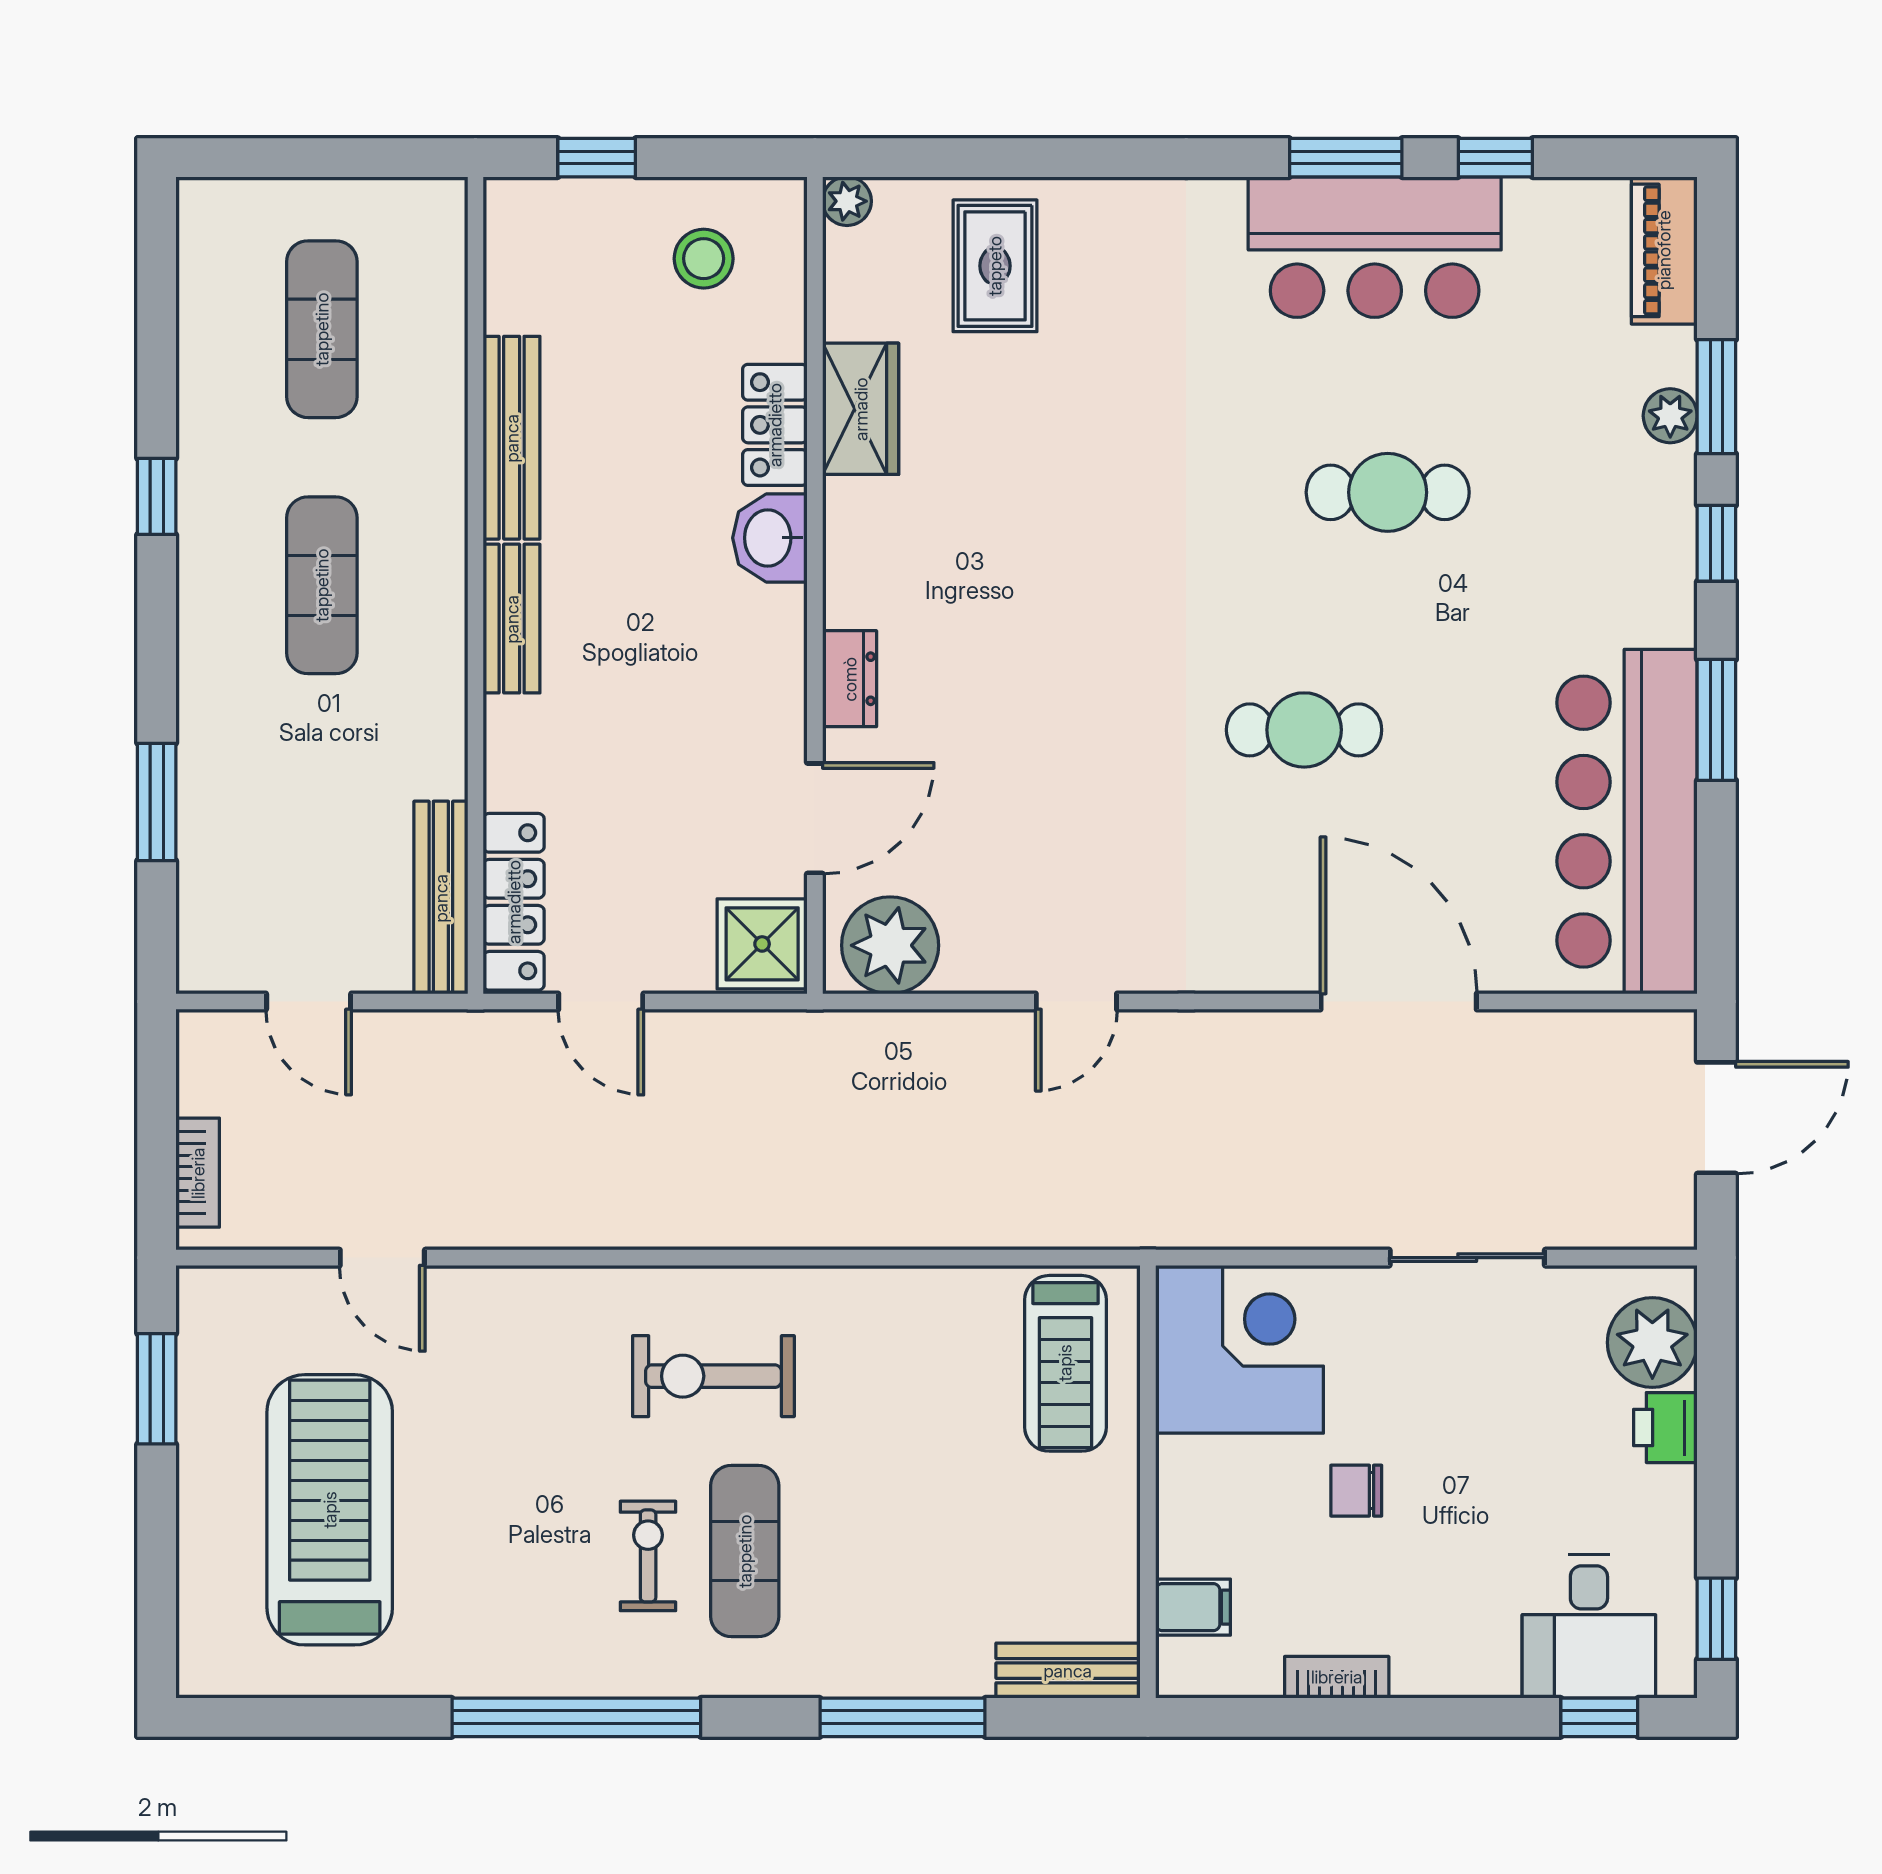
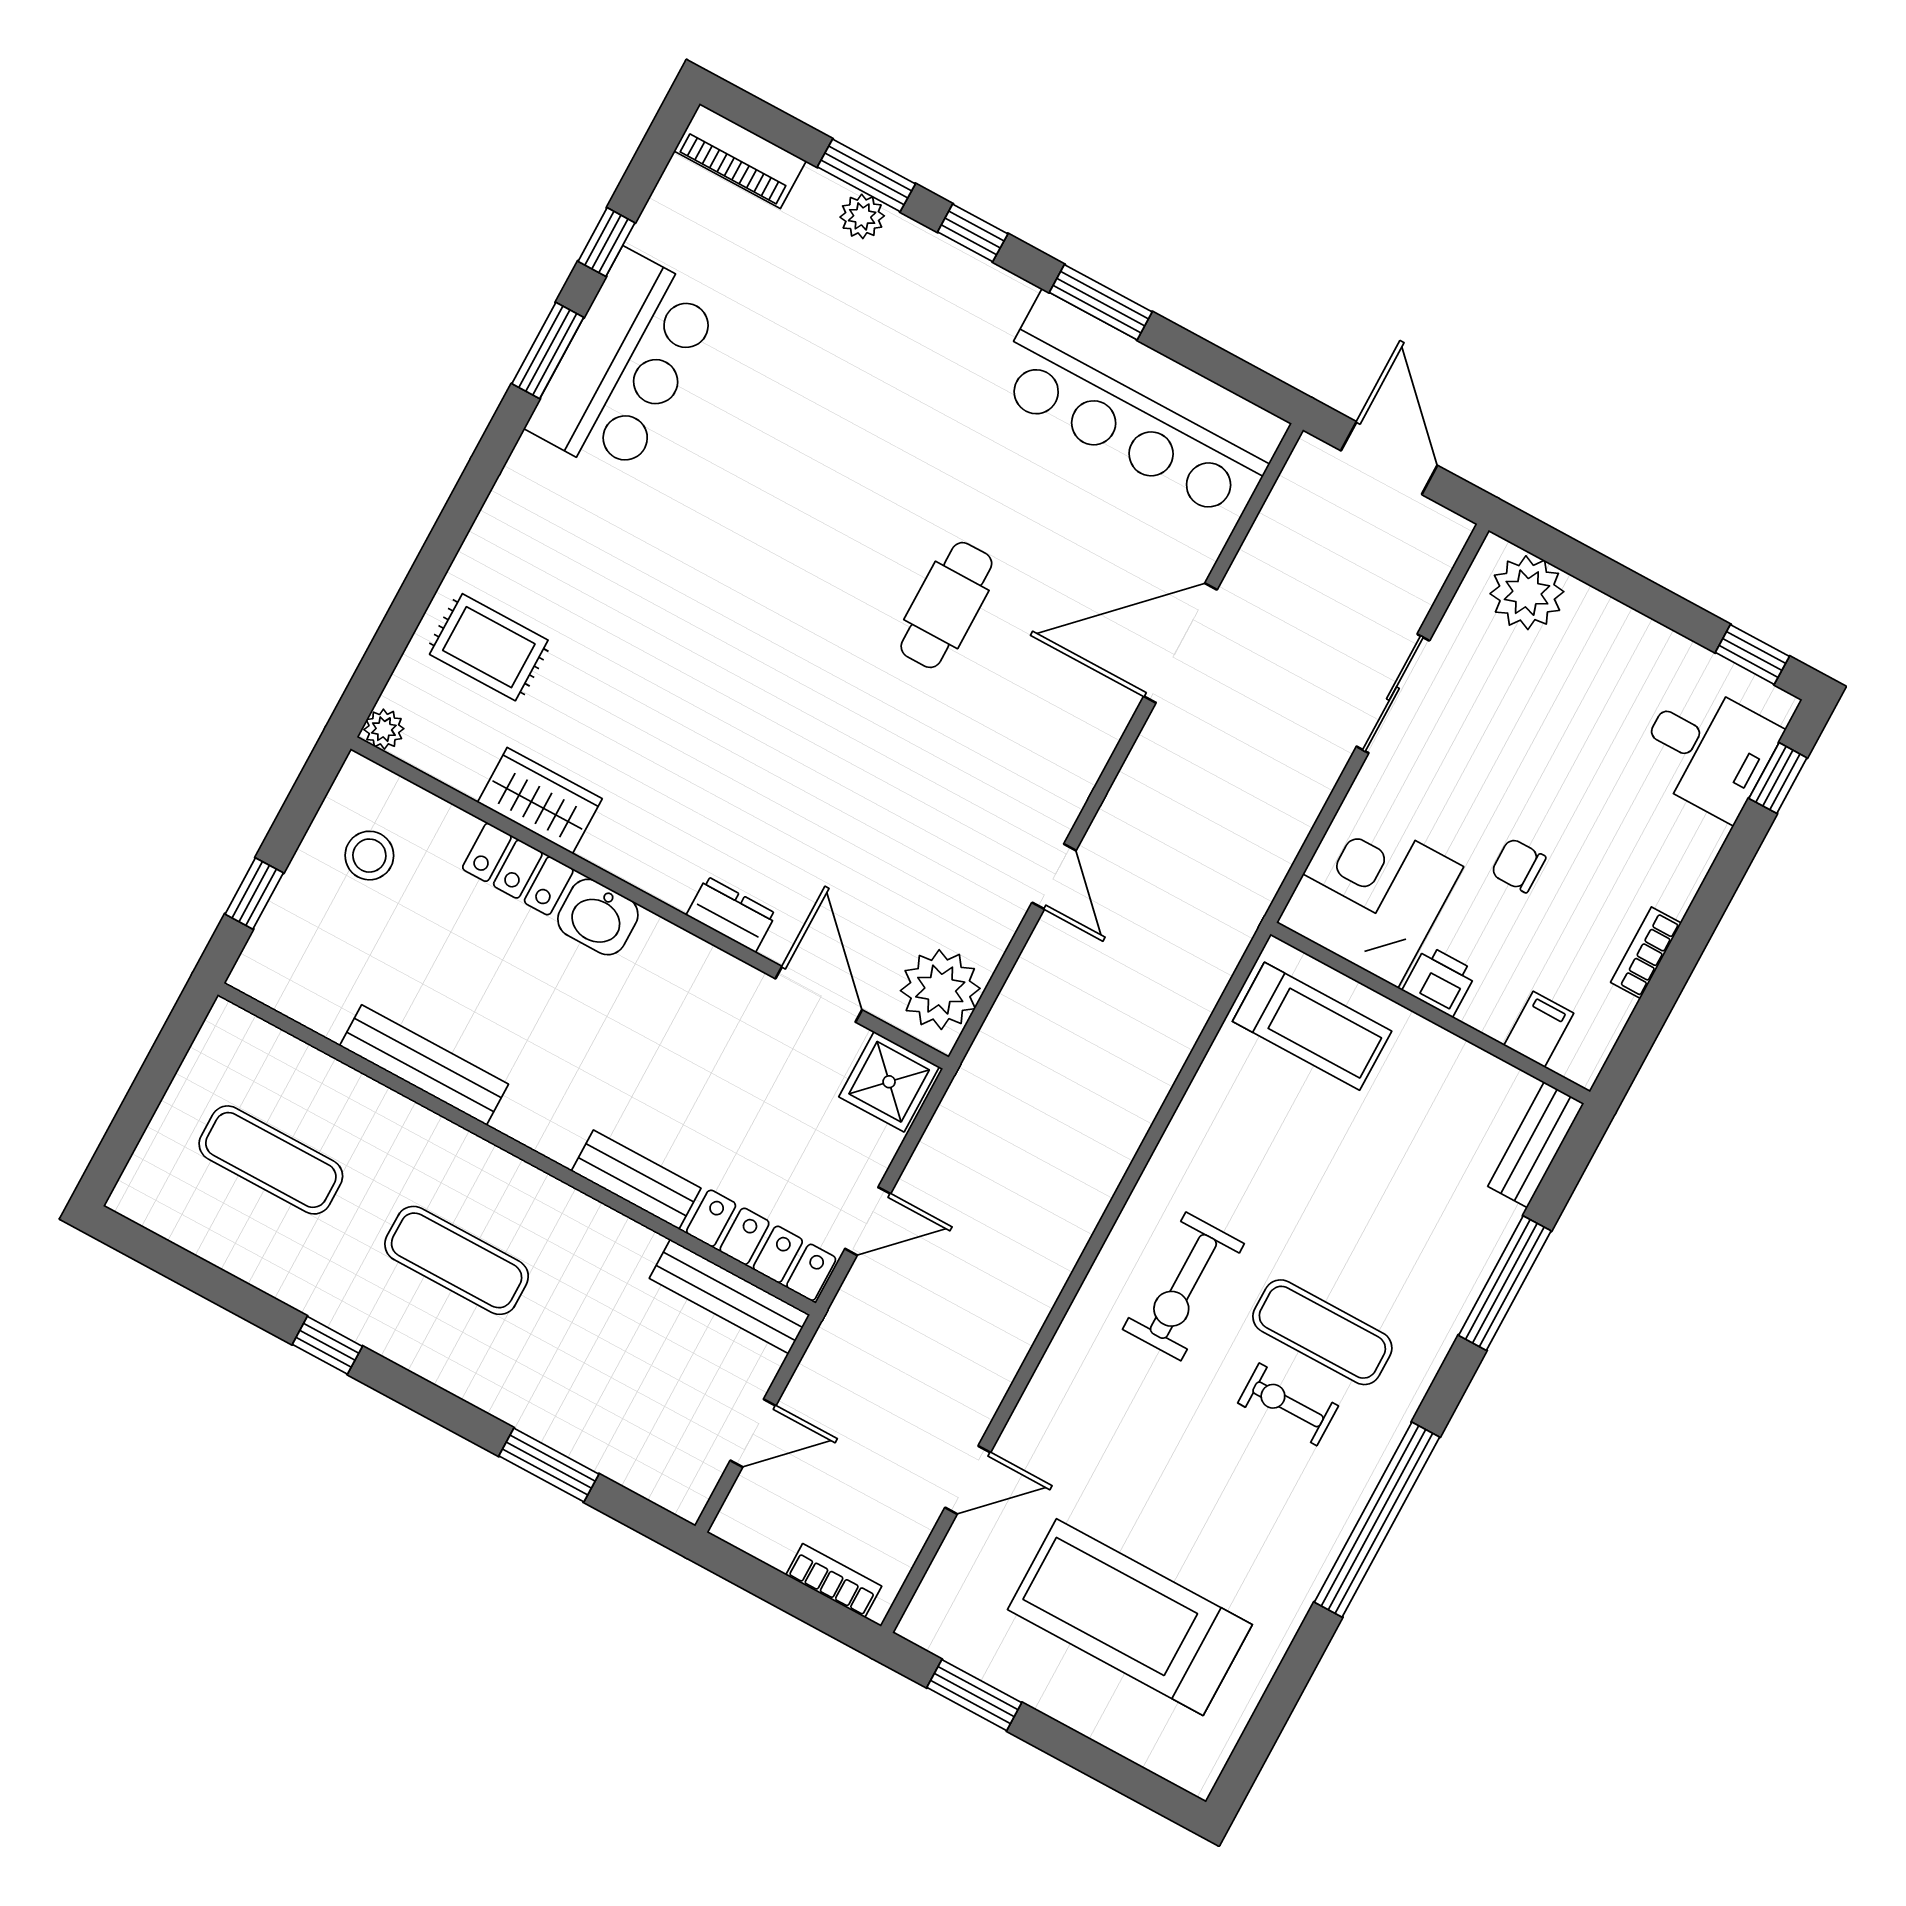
cafe table: (1388, 492) -> (807, 451), removed
bench: (512, 619) -> (636, 1180), moved
printer: (1665, 1428) -> (1440, 981), moved, turned 180
chair: (1356, 1491) -> (1518, 865), turned 90

